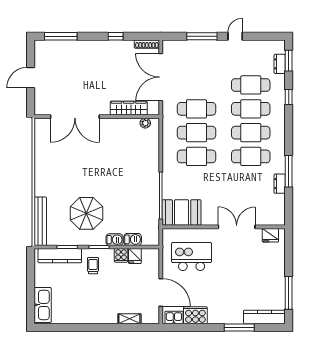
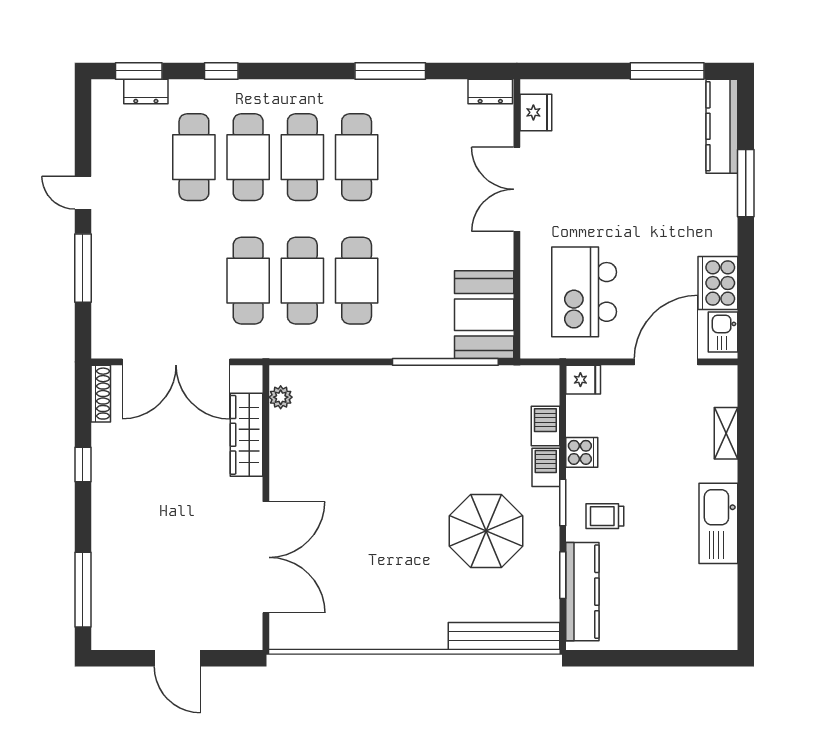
dresser: (280, 184) -> (490, 91), moved
fridge: (135, 256) -> (583, 380), moved
kitchen sink: (43, 305) -> (718, 523), moved, turned -90

